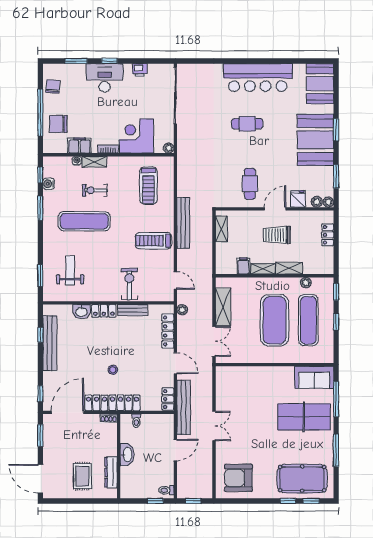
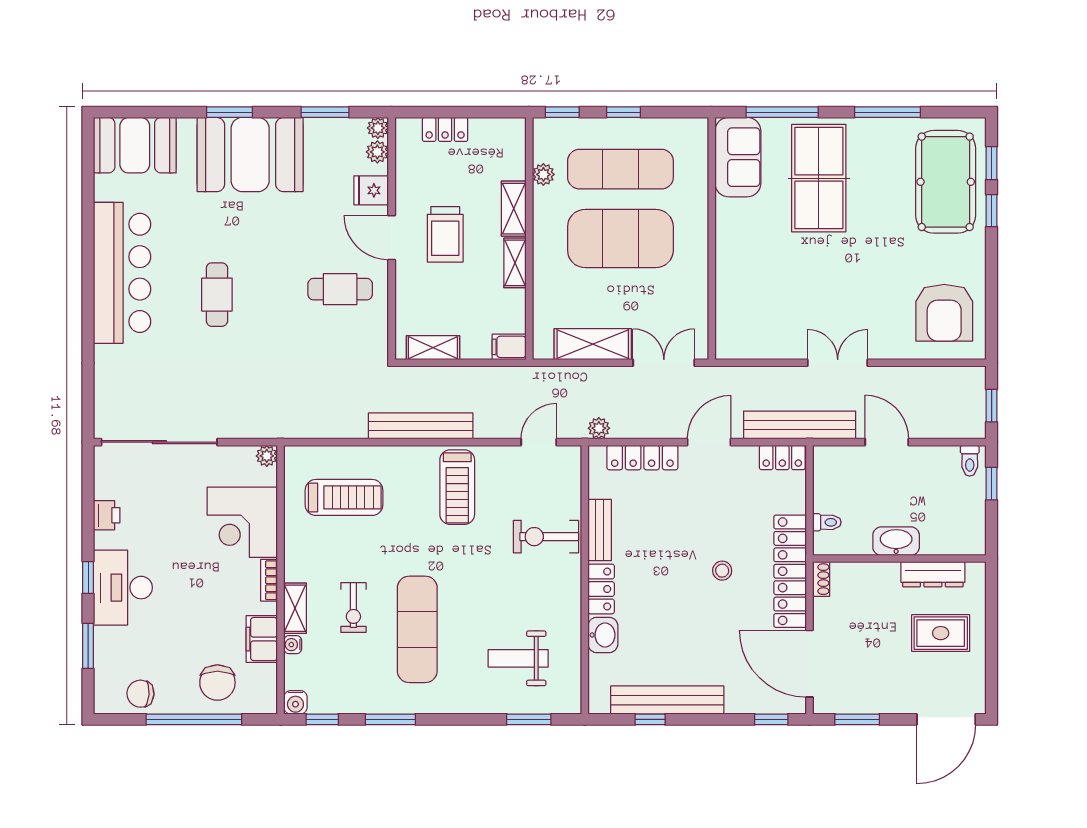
water cooler: (49, 184) -> (295, 702), moved
filing cabinet: (243, 266) -> (509, 347), moved

